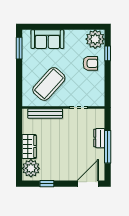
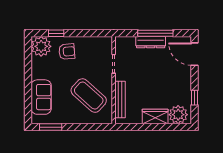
armchair: (90, 63) -> (67, 51), turned 85
dresser: (99, 138) -> (151, 42), width x1.44

